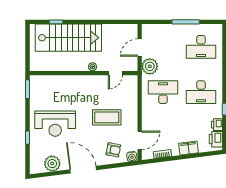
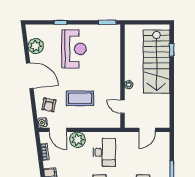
door: (140, 48) -> (147, 130), swing flipped
plant: (150, 66) -> (77, 140), moved
coffee table: (107, 117) -> (80, 98), turned 90
reception desk: (55, 124) -> (74, 49), turned 180
door: (83, 170) -> (30, 76), hinge flipped

